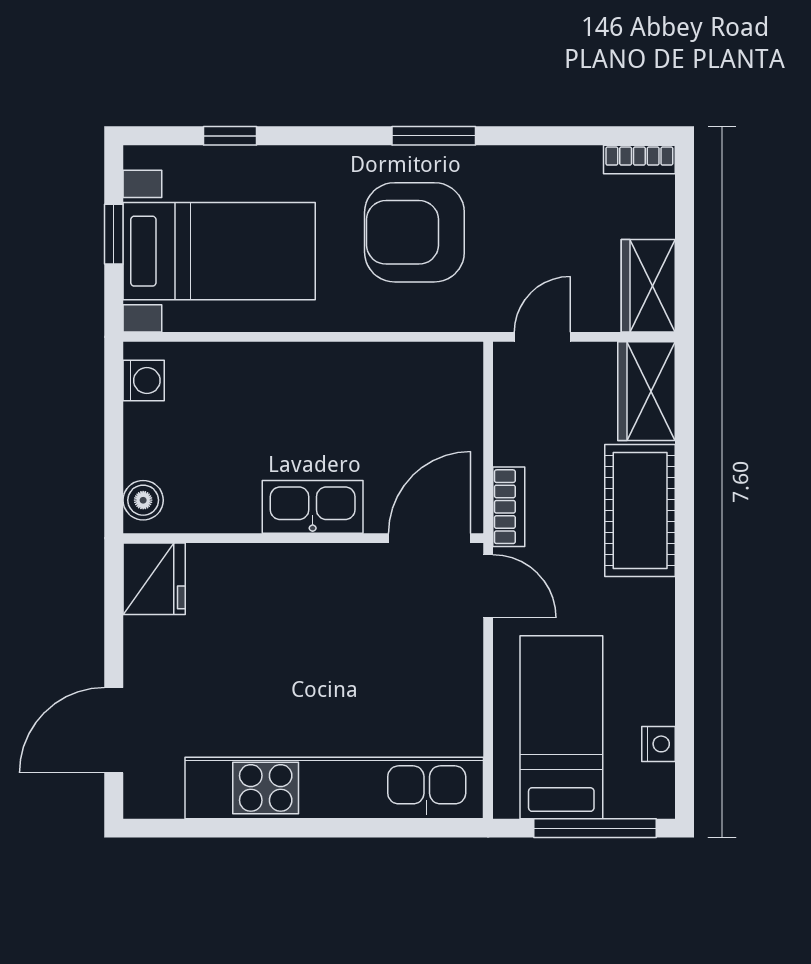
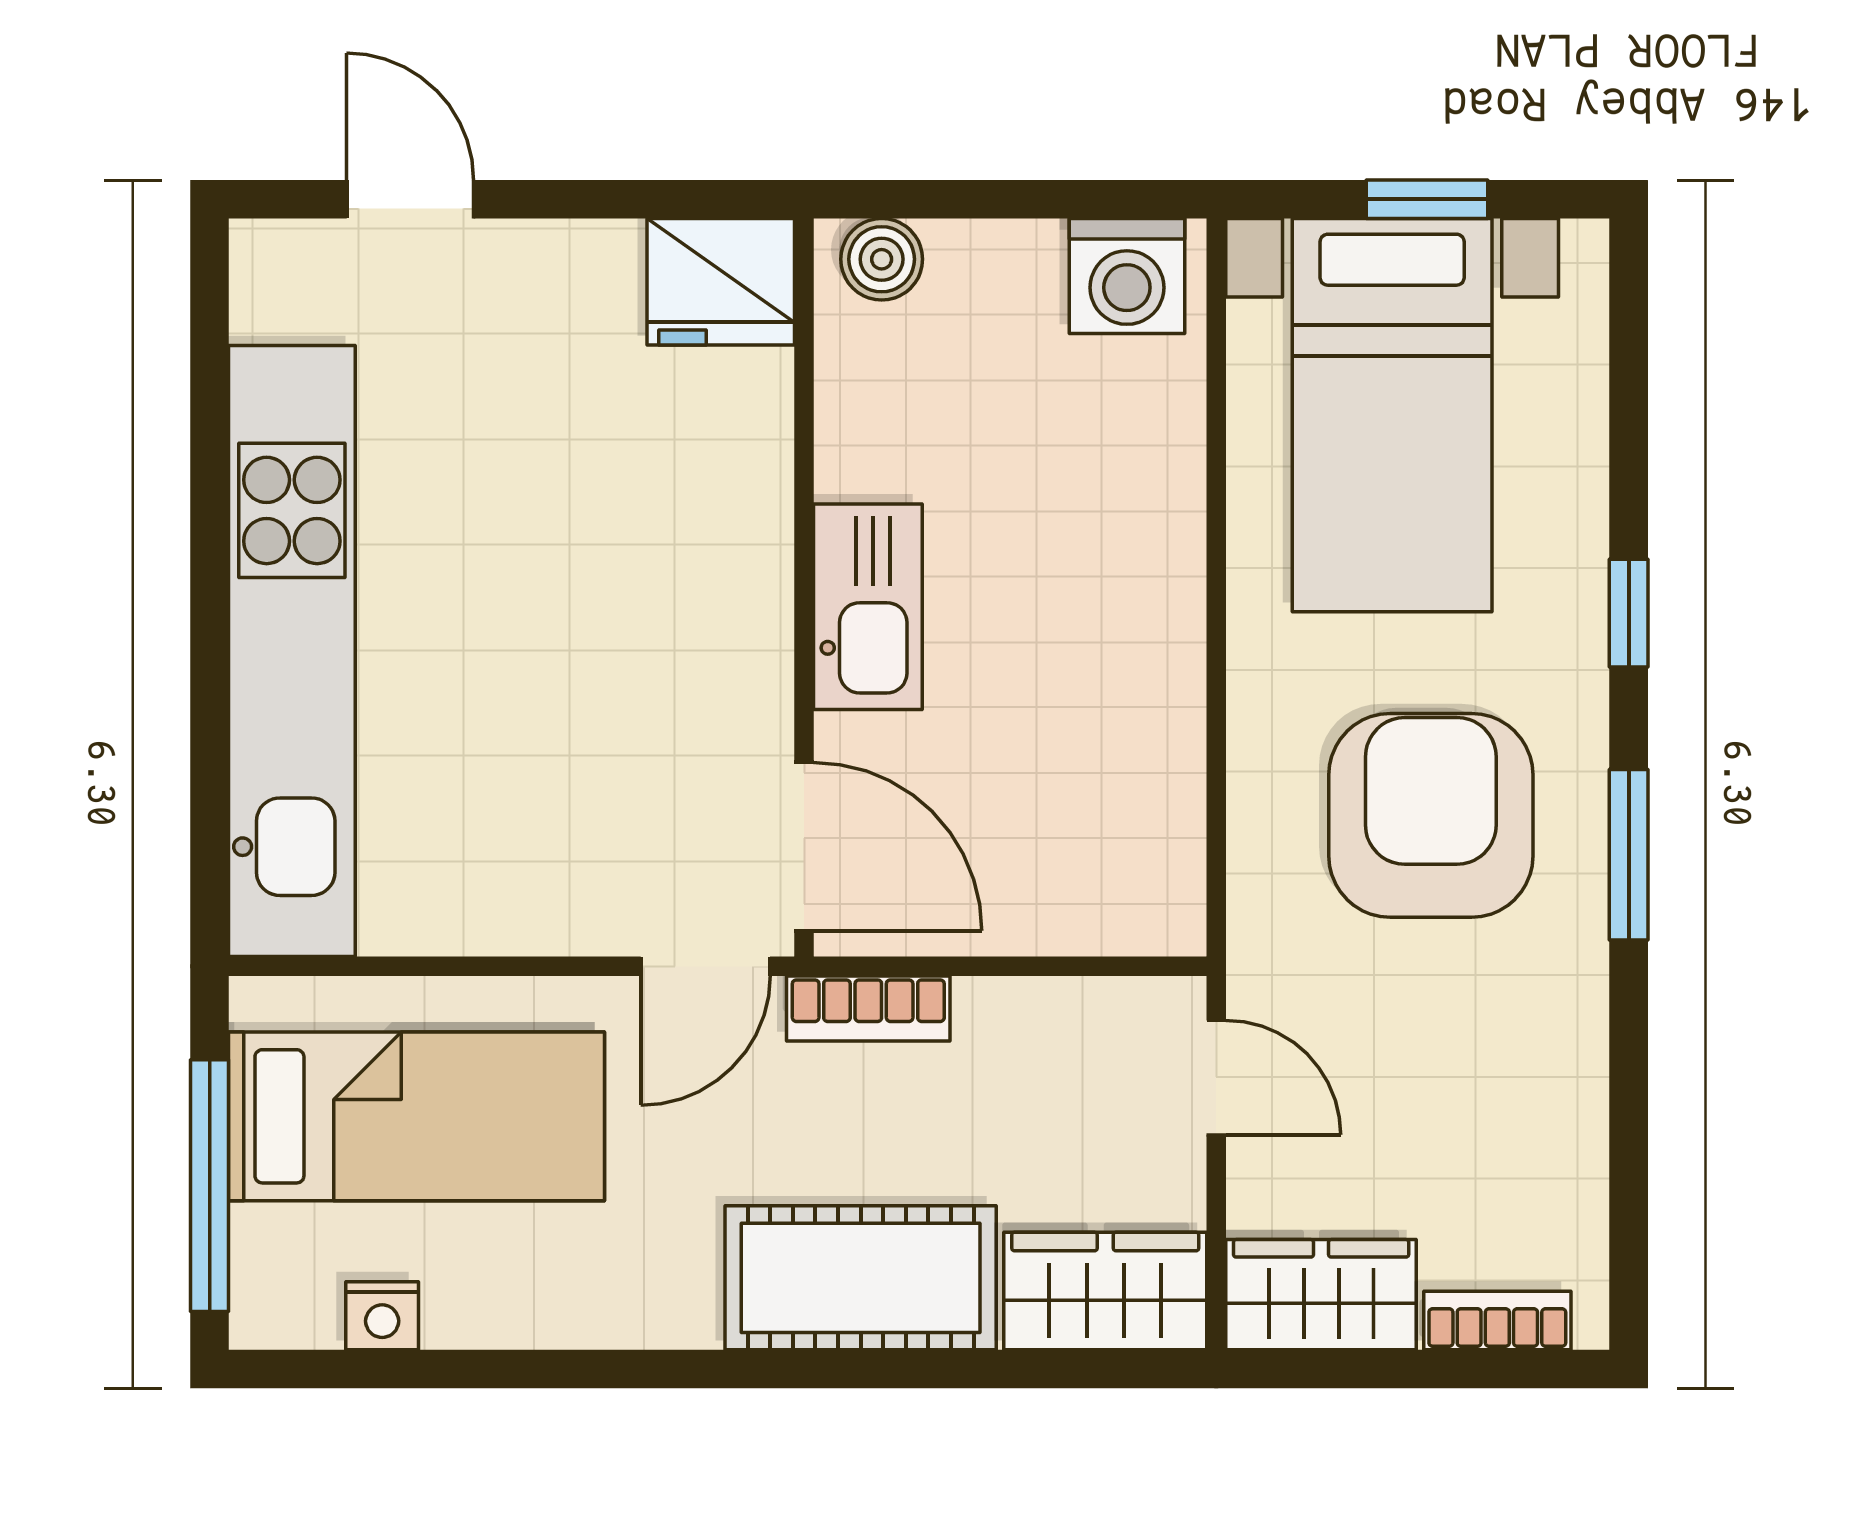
window: (230, 136) -> (1629, 613), moved
bookcase: (639, 159) -> (1497, 1320), moved, turned 90
washing machine: (144, 381) -> (1127, 276), width x1.38, depth x1.38
door: (114, 730) -> (410, 199), width x0.73

